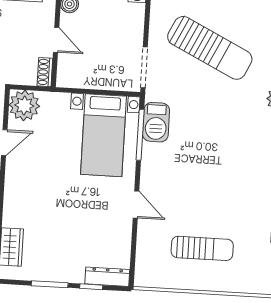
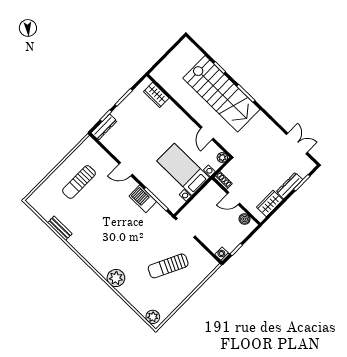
sun lounger: (210, 48) -> (168, 266), width x0.73, depth x0.75
plant: (24, 105) -> (222, 158), width x0.53, depth x0.53
barbecue: (156, 122) -> (143, 199), moved
bed with nightstands: (103, 135) -> (183, 169), moved

